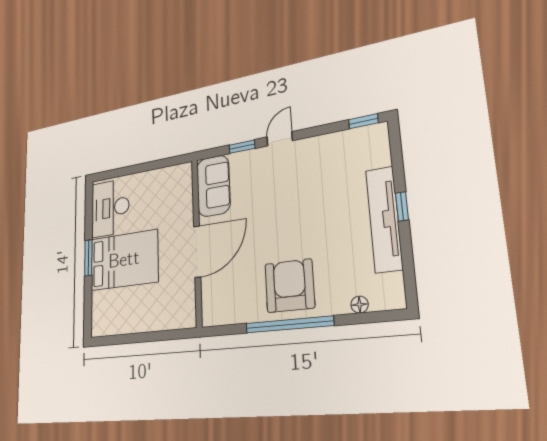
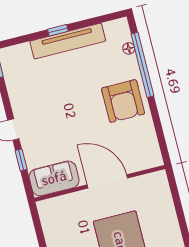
armchair: (290, 286) -> (123, 101), turned -90
window: (289, 324) -> (142, 65), moved

